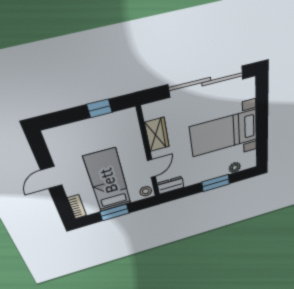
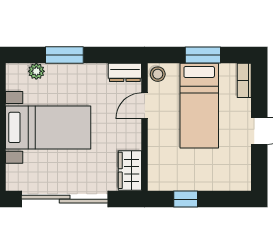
wardrobe: (157, 135) -> (130, 170), moved

